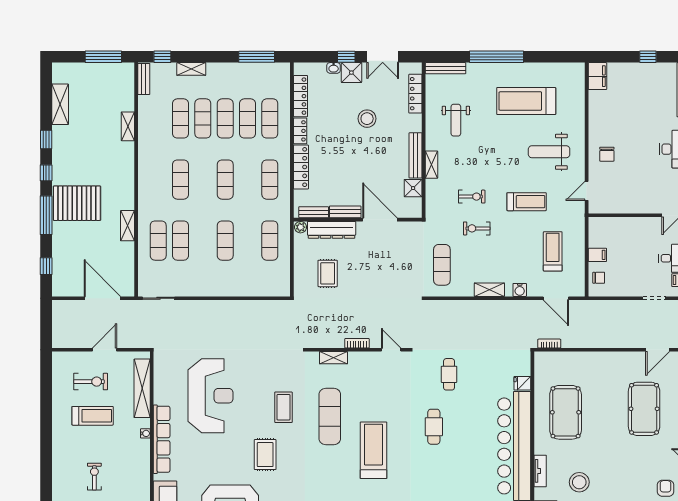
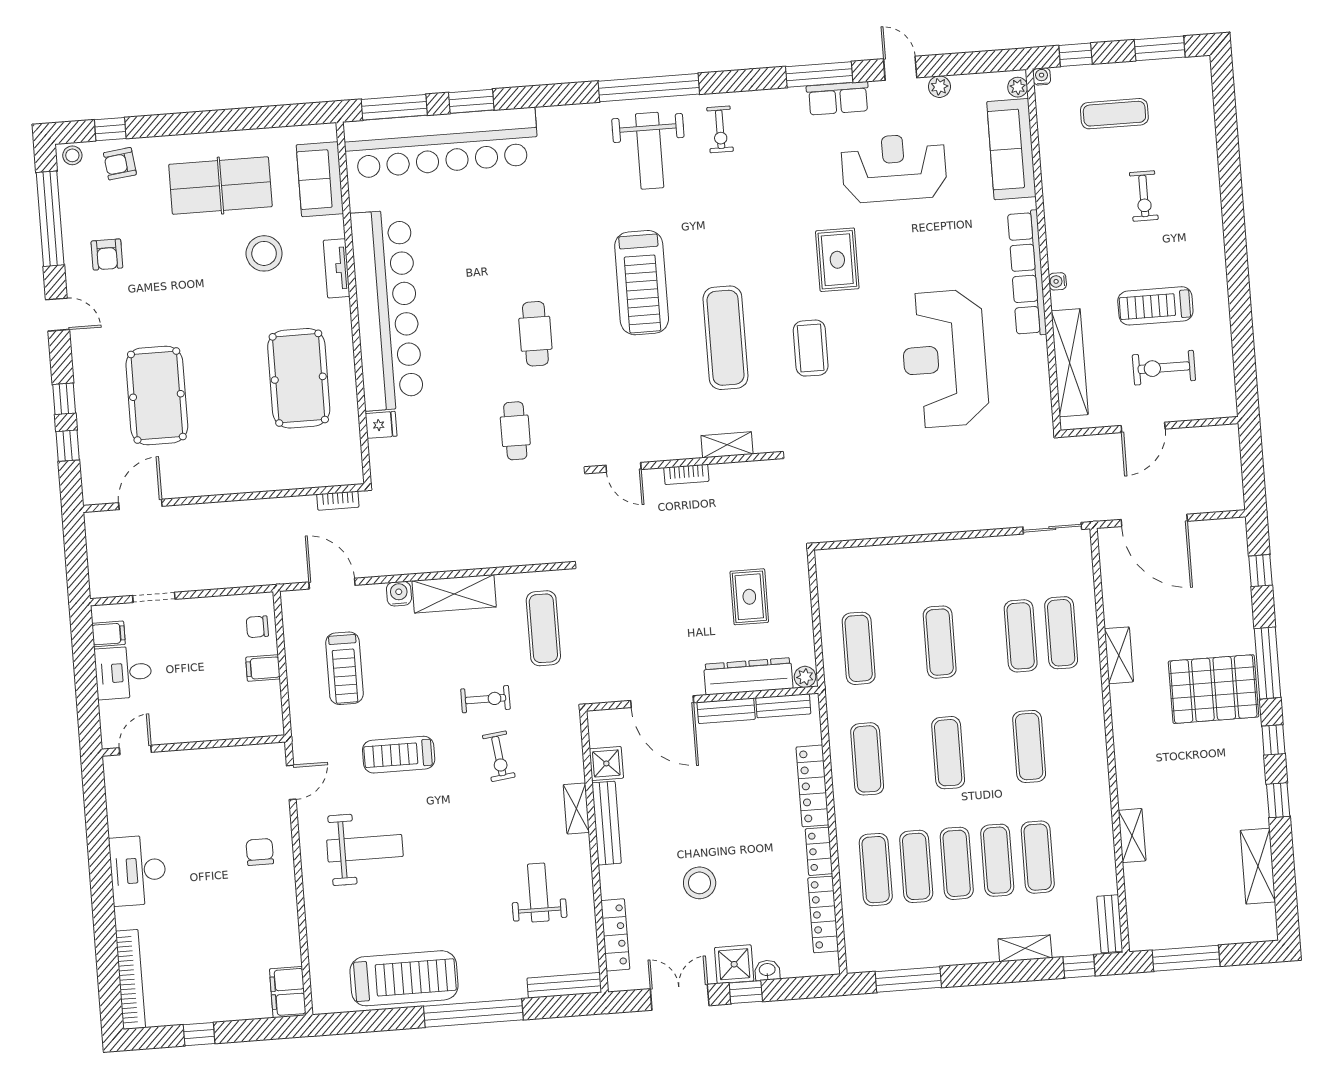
treadmill: (526, 101) -> (404, 978), moved
exercise bike: (472, 197) -> (499, 756), turned -97
shelving: (489, 290) -> (454, 594), width x1.50, depth x1.33

